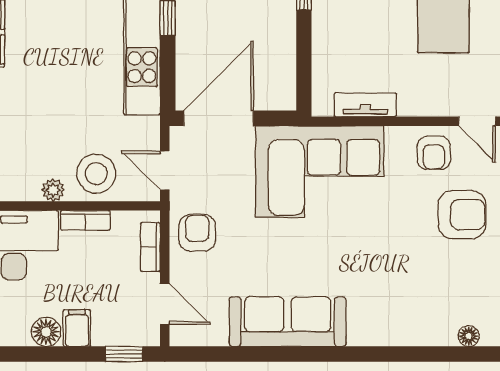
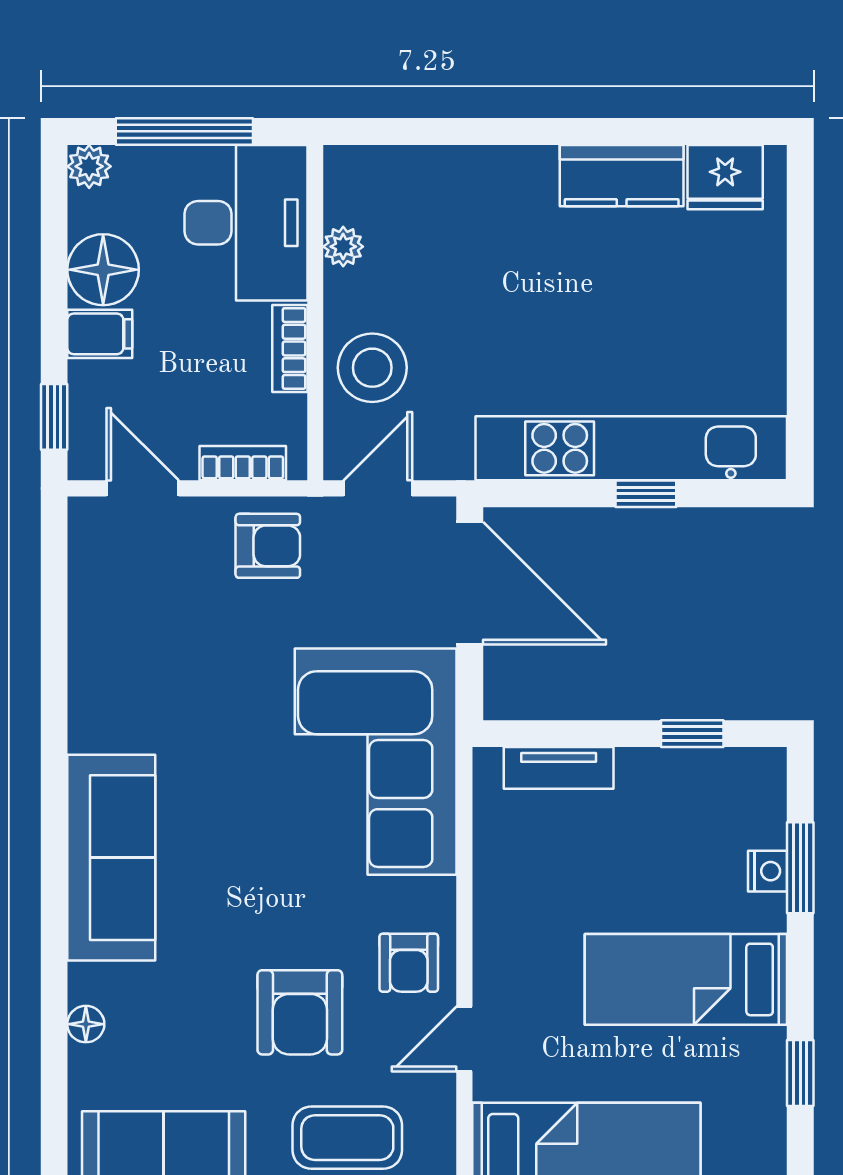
tv unit: (365, 105) -> (559, 768), moved, turned 90
armchair: (434, 153) -> (409, 963), turned -90
plant: (53, 190) -> (343, 247), moved
door: (165, 304) -> (143, 488), swing flipped
sofa: (288, 322) -> (111, 858), moved
floor lamp: (46, 332) -> (103, 270), width x1.38, depth x1.38

